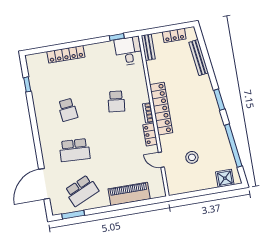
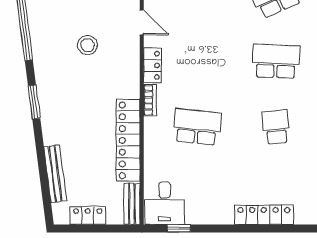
school desk: (116, 101) -> (197, 127), width x1.85
locker: (161, 109) -> (128, 140), moved
stool: (192, 157) -> (88, 45), moved

